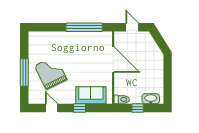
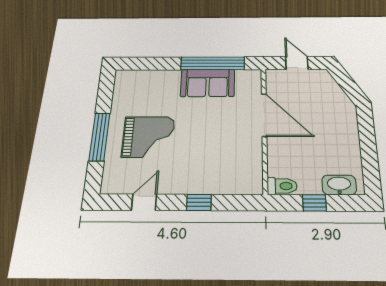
grand piano: (51, 73) -> (148, 137), turned 116
sofa: (91, 95) -> (208, 83), moved, turned 180
door: (52, 108) -> (144, 202), hinge flipped

